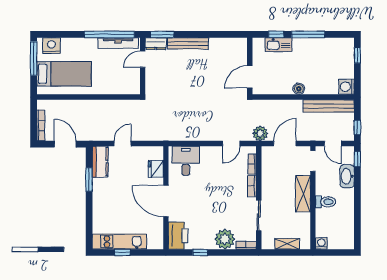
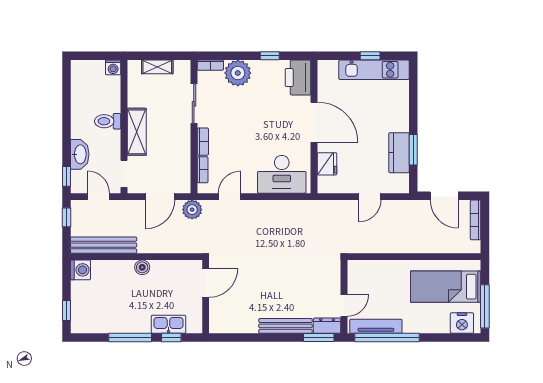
desk: (186, 161) -> (282, 174), width x1.37
kitchen counter: (100, 162) -> (399, 153), moved

